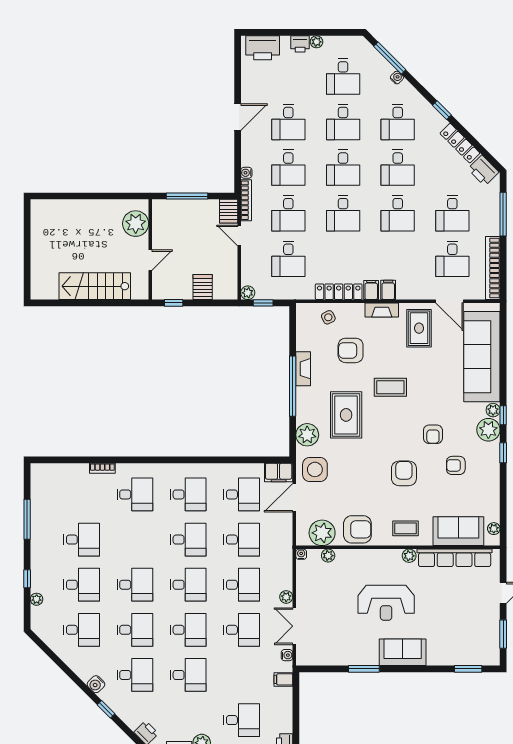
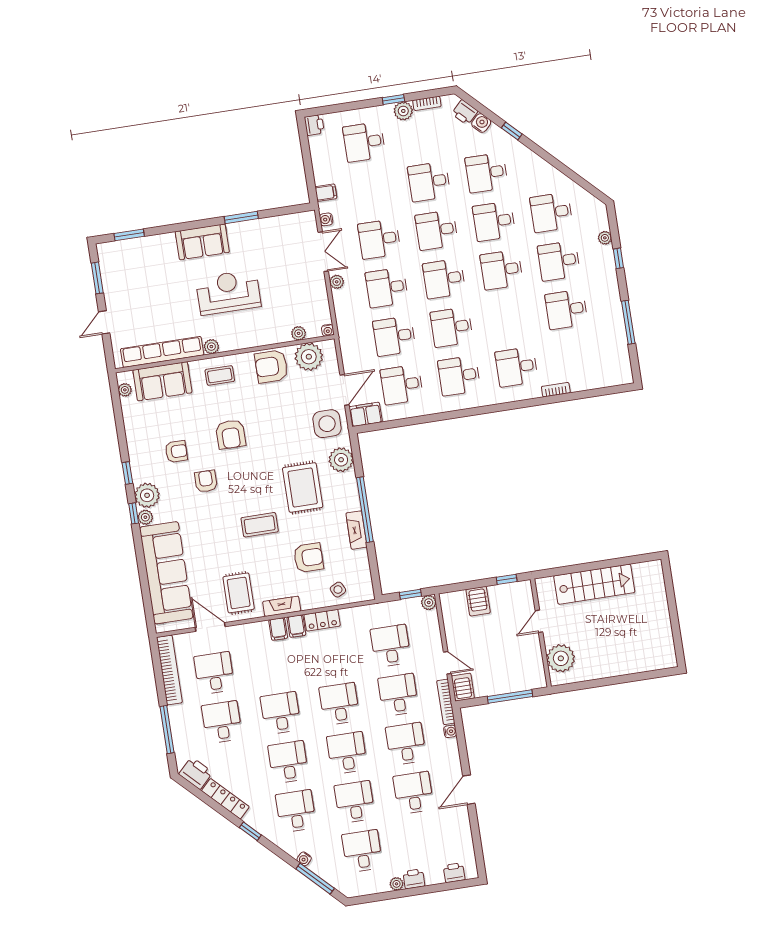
printer: (263, 48) -> (454, 873), width x0.53, depth x0.68
locker: (339, 292) -> (322, 620), width x0.66
water cooler: (96, 684) -> (481, 123), moved

